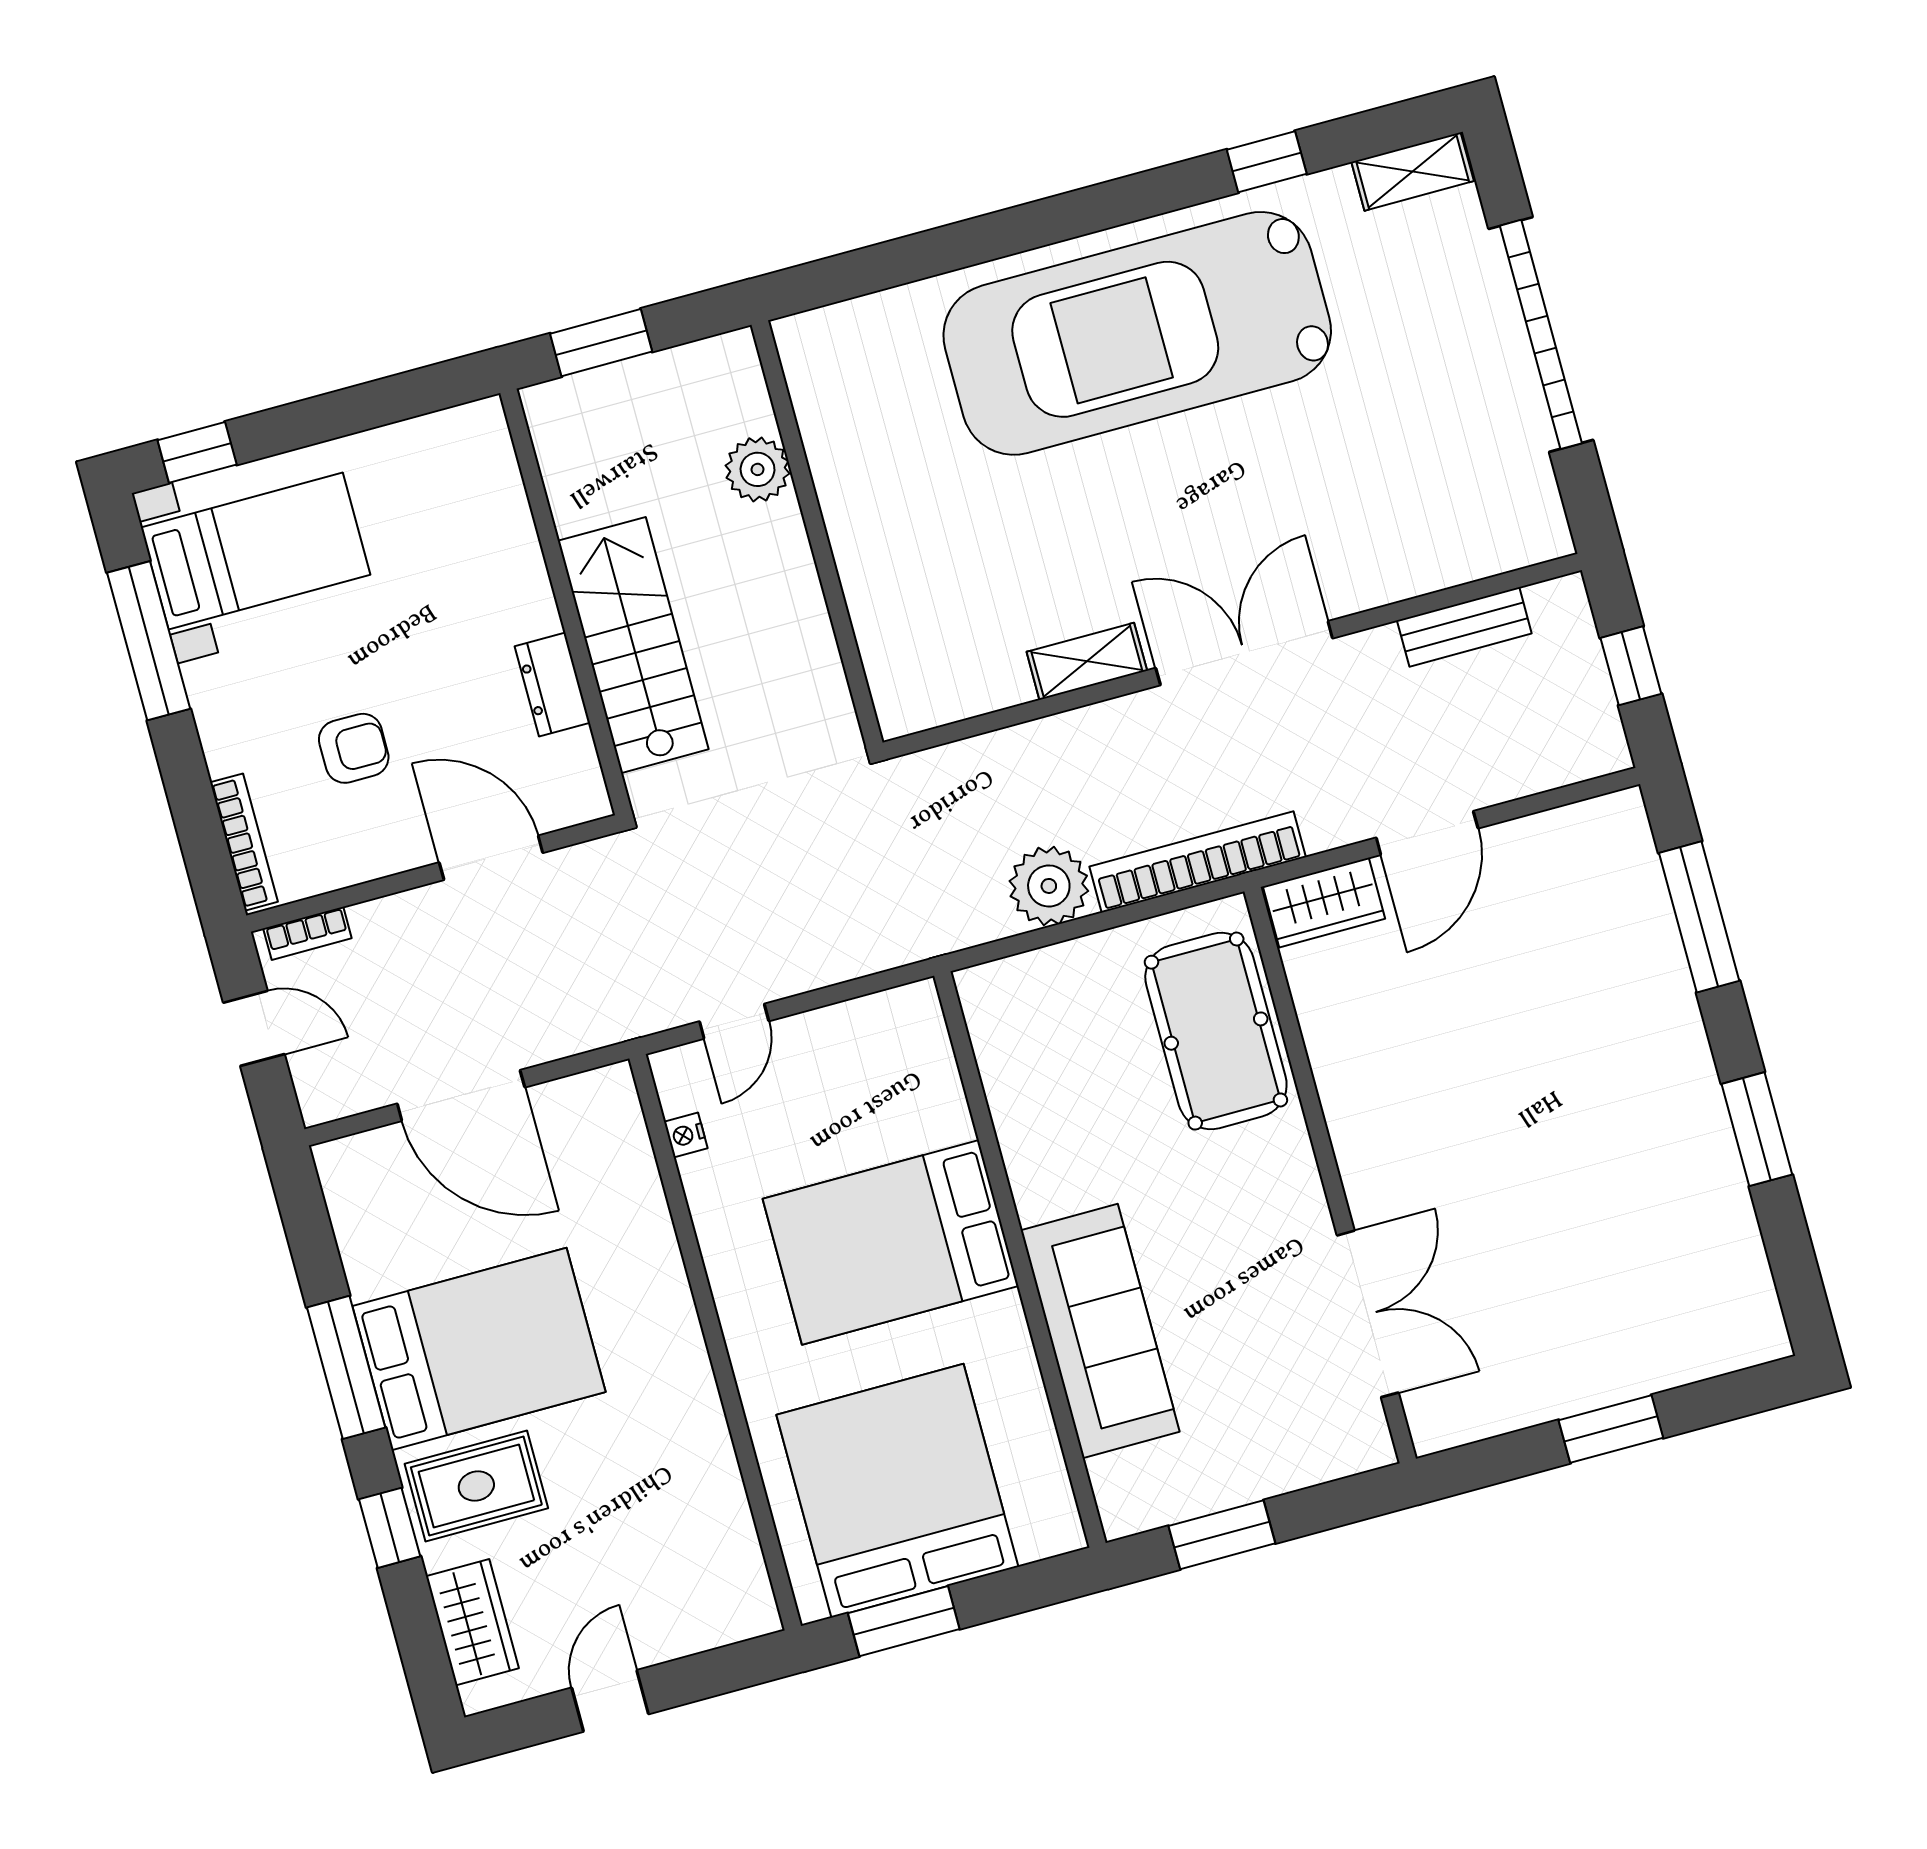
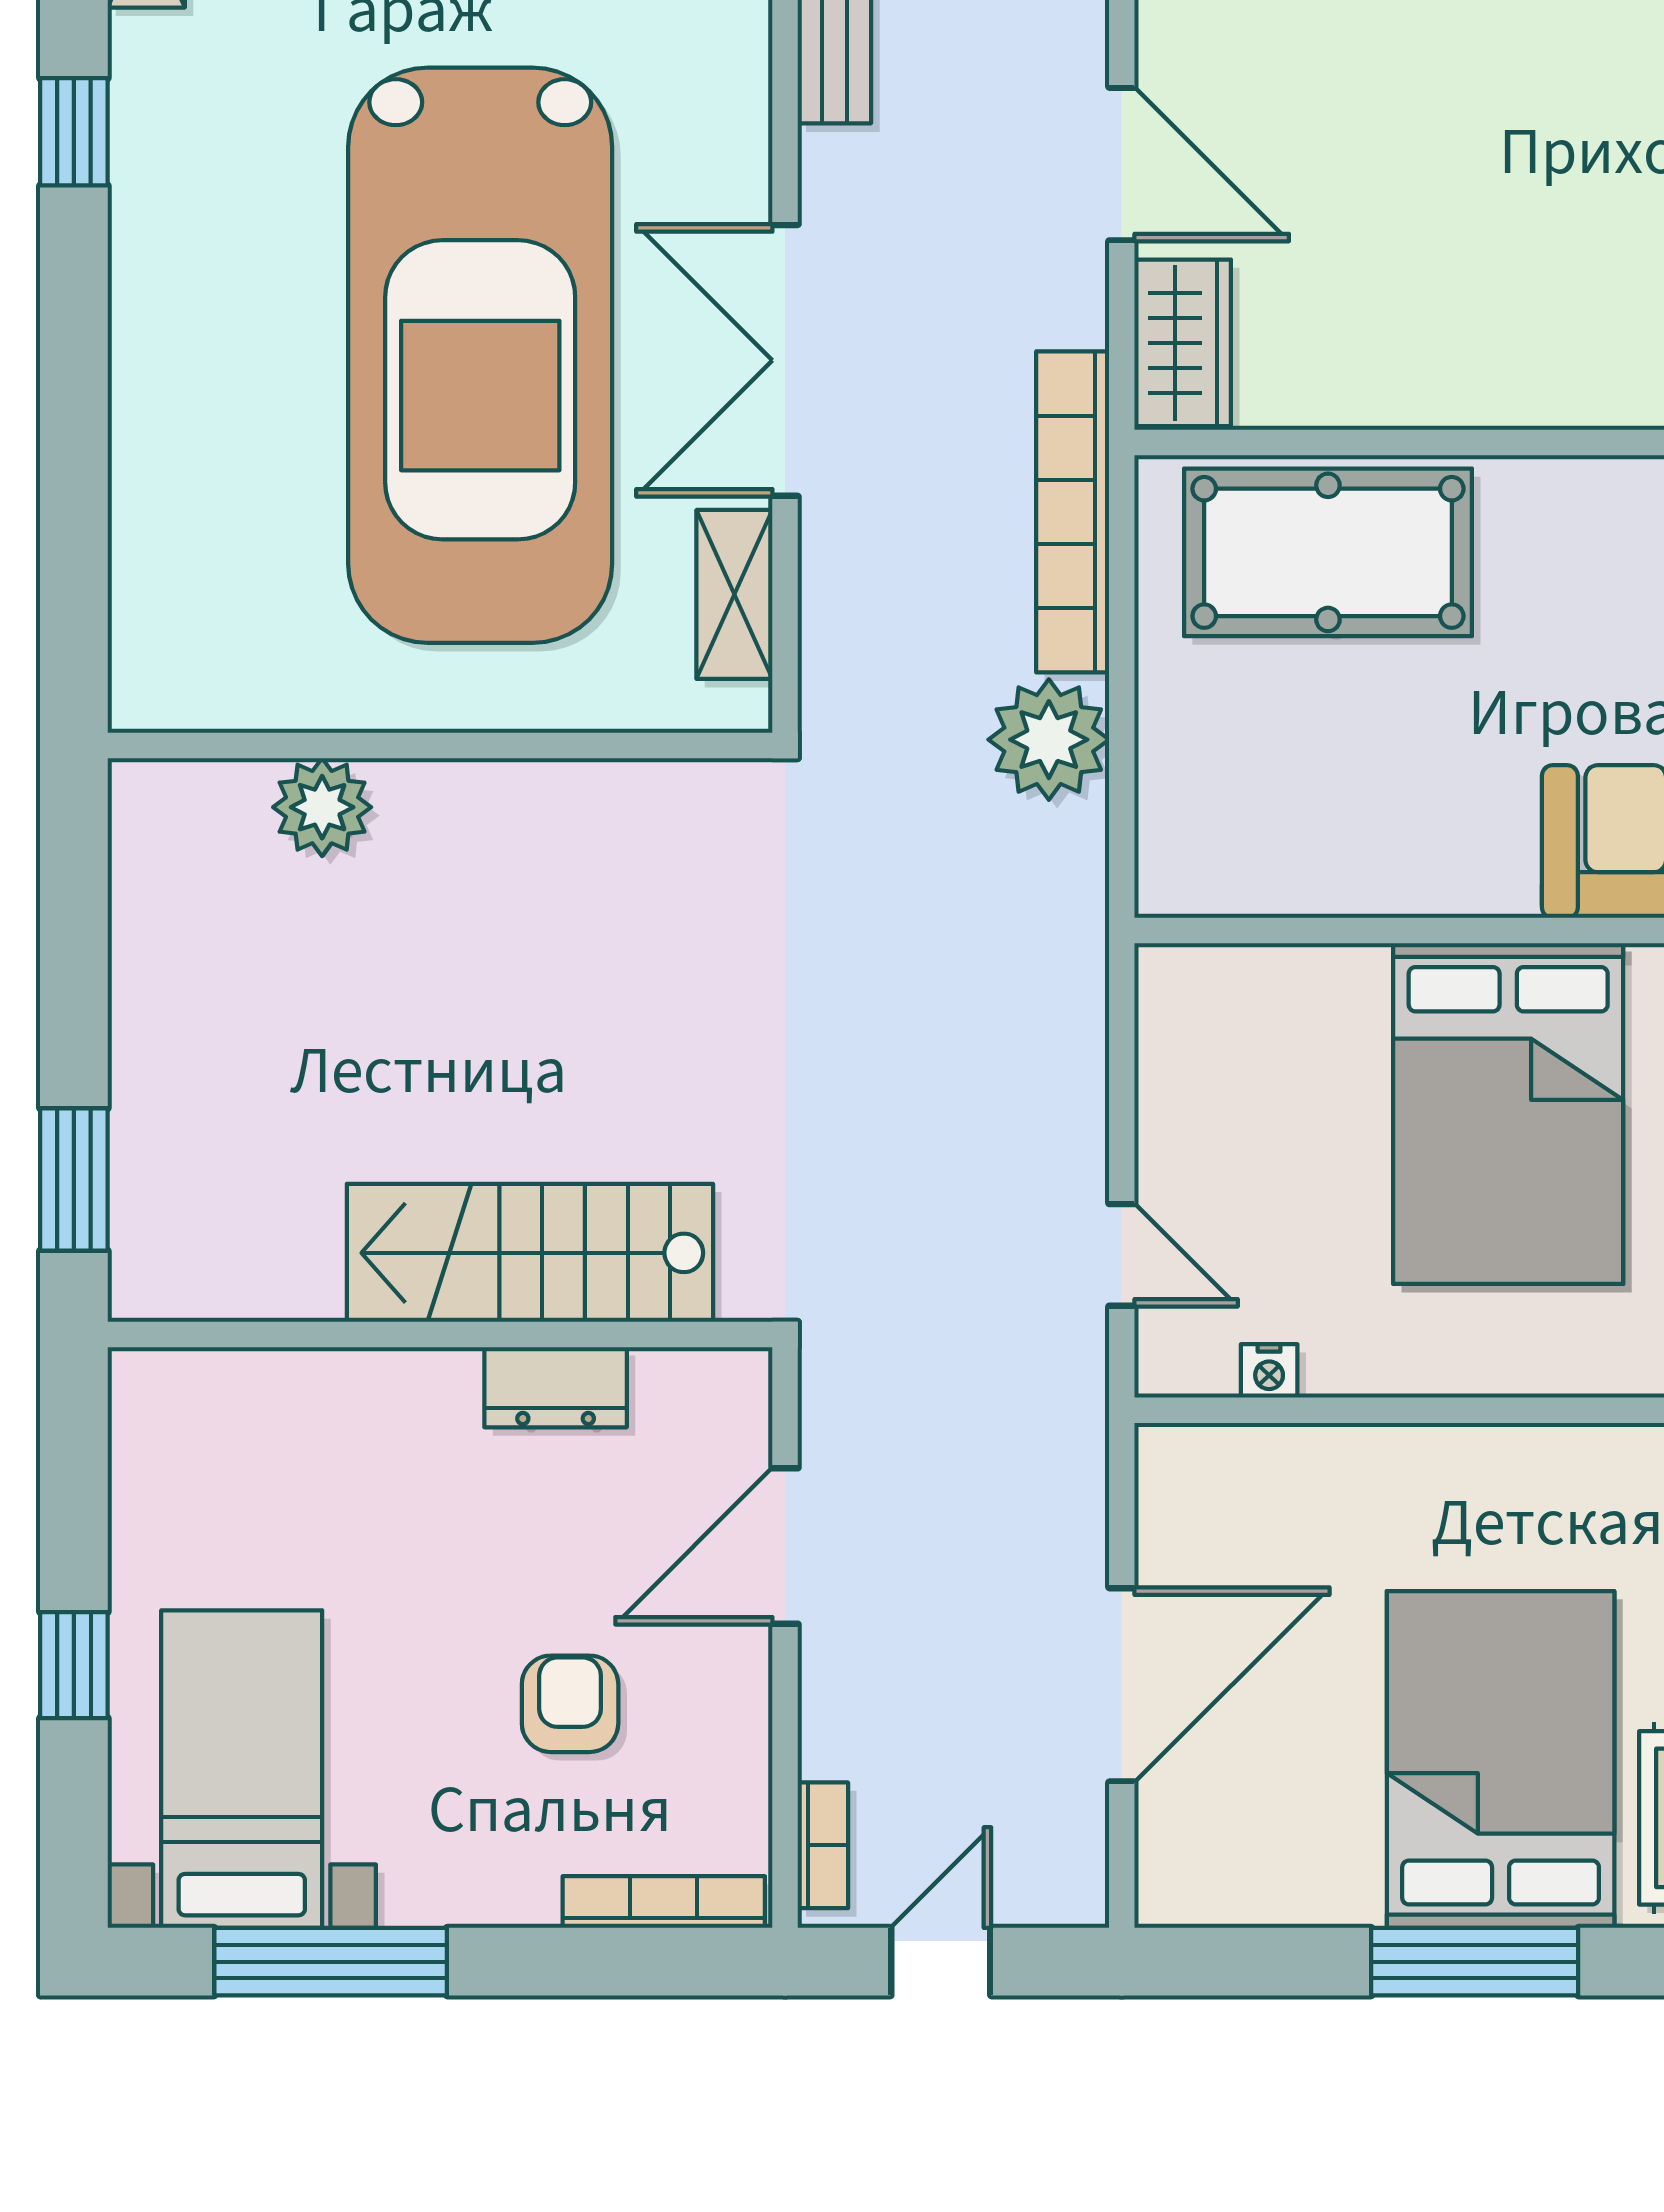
car: (1137, 333) -> (480, 355), moved
window: (197, 452) -> (74, 1665), moved
plant: (758, 469) -> (322, 807), moved
wall: (817, 534) -> (440, 745), moved

